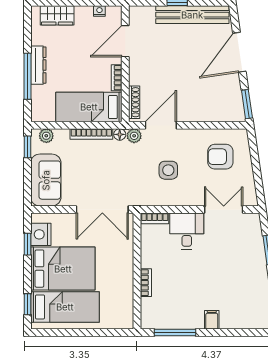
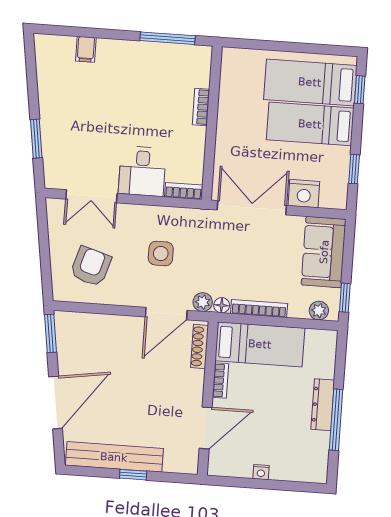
nightstand: (99, 11) -> (261, 472), moved
wardrobe: (57, 15) -> (293, 469), removed
window: (27, 76) -> (336, 420), moved
armchair: (220, 157) -> (91, 266), turned -73
nightstand: (41, 234) -> (304, 194), moved, turned 90
bed: (63, 269) -> (310, 124), width x0.67
filing cabinet: (212, 320) -> (86, 49), moved

